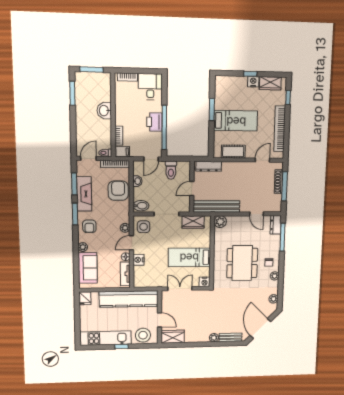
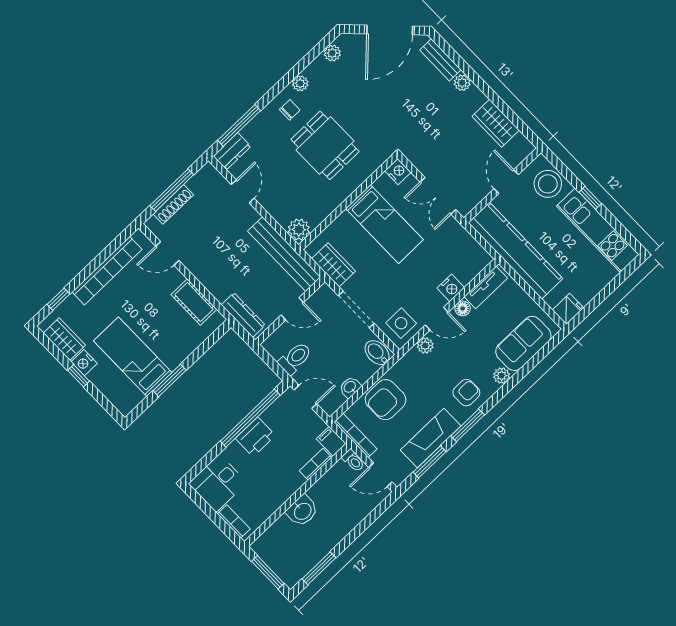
bed: (236, 121) -> (133, 357), moved
dining table: (242, 263) -> (325, 145), width x0.73
wardrobe: (173, 337) -> (496, 123), moved

